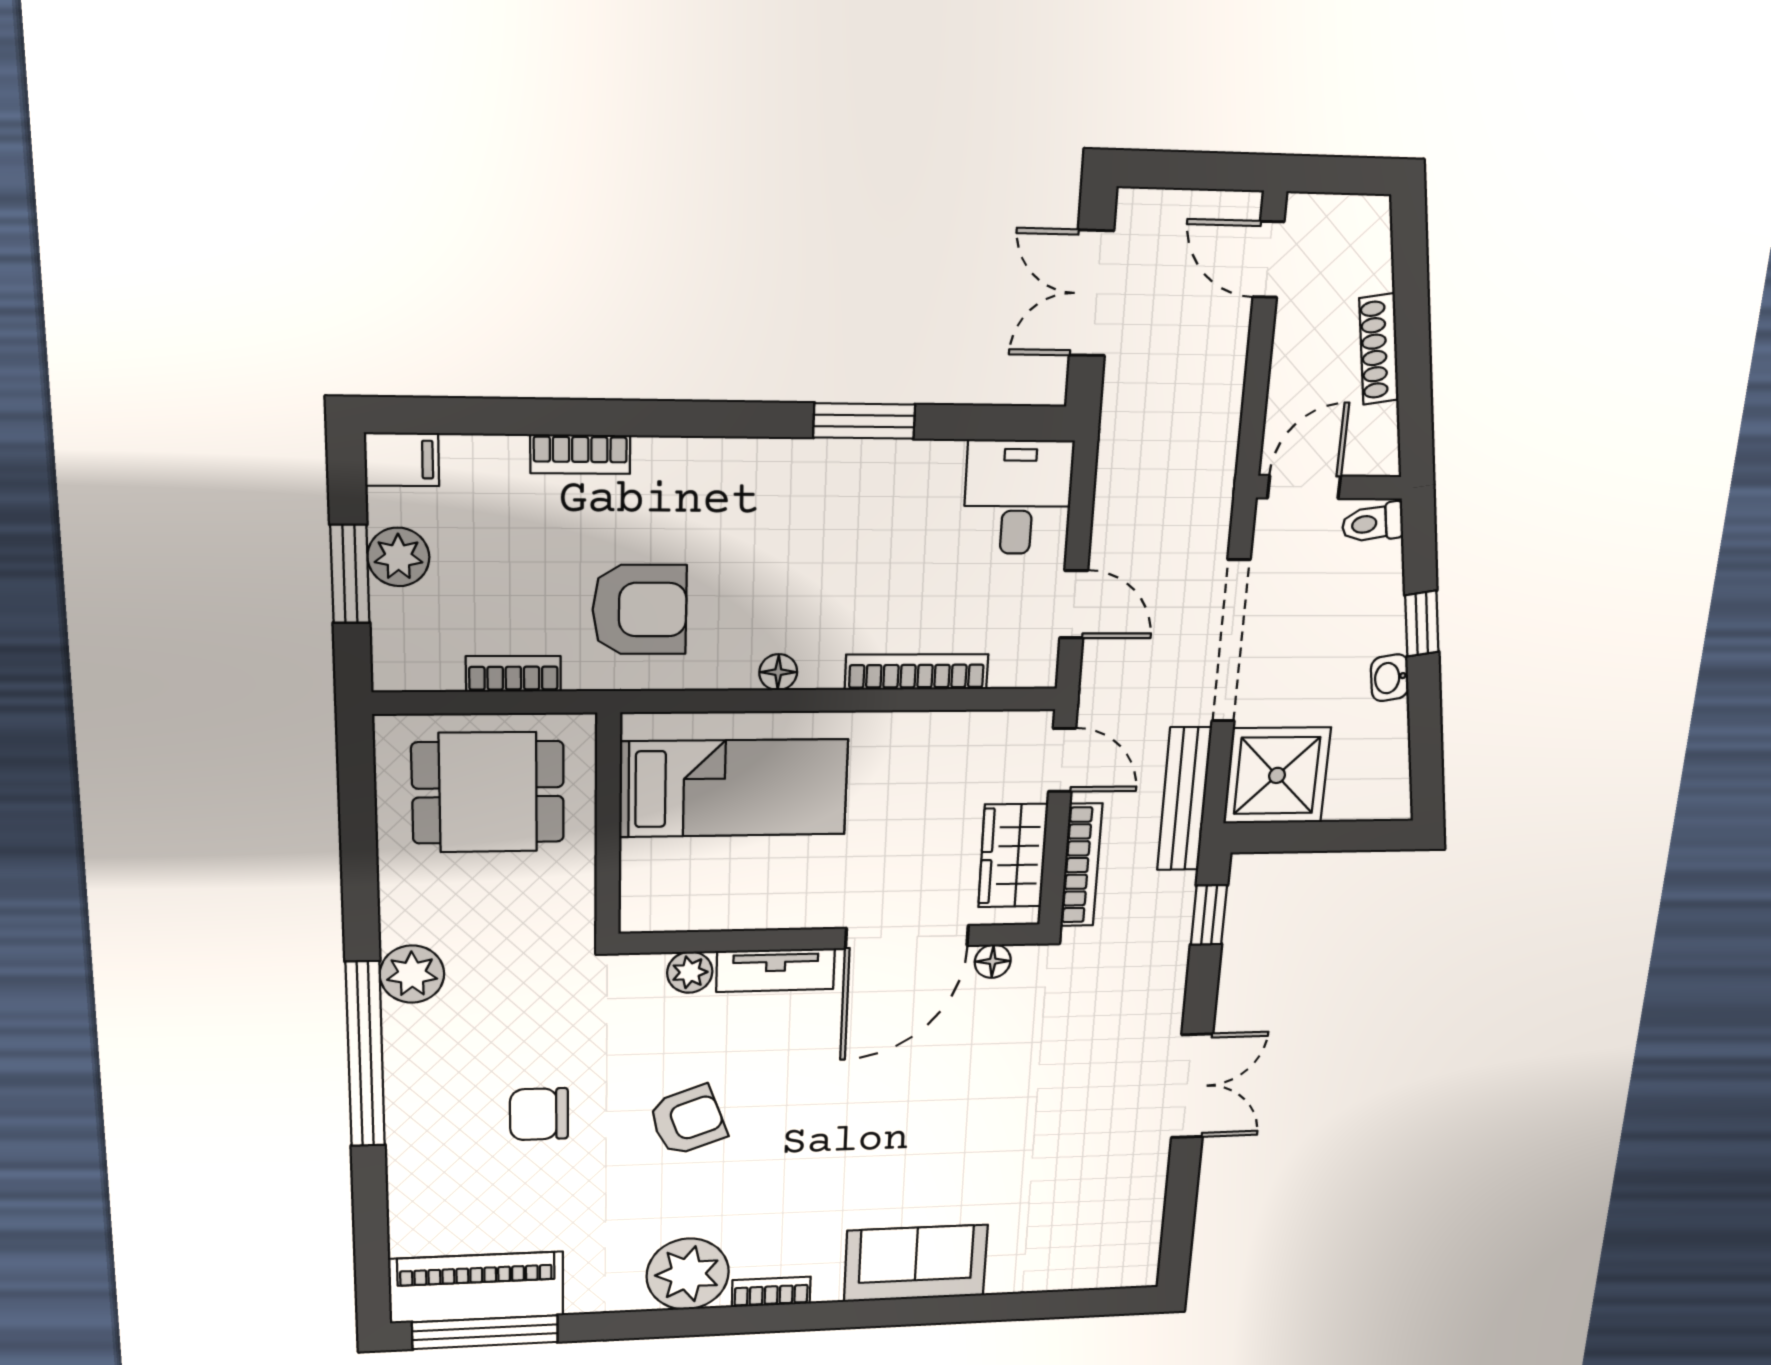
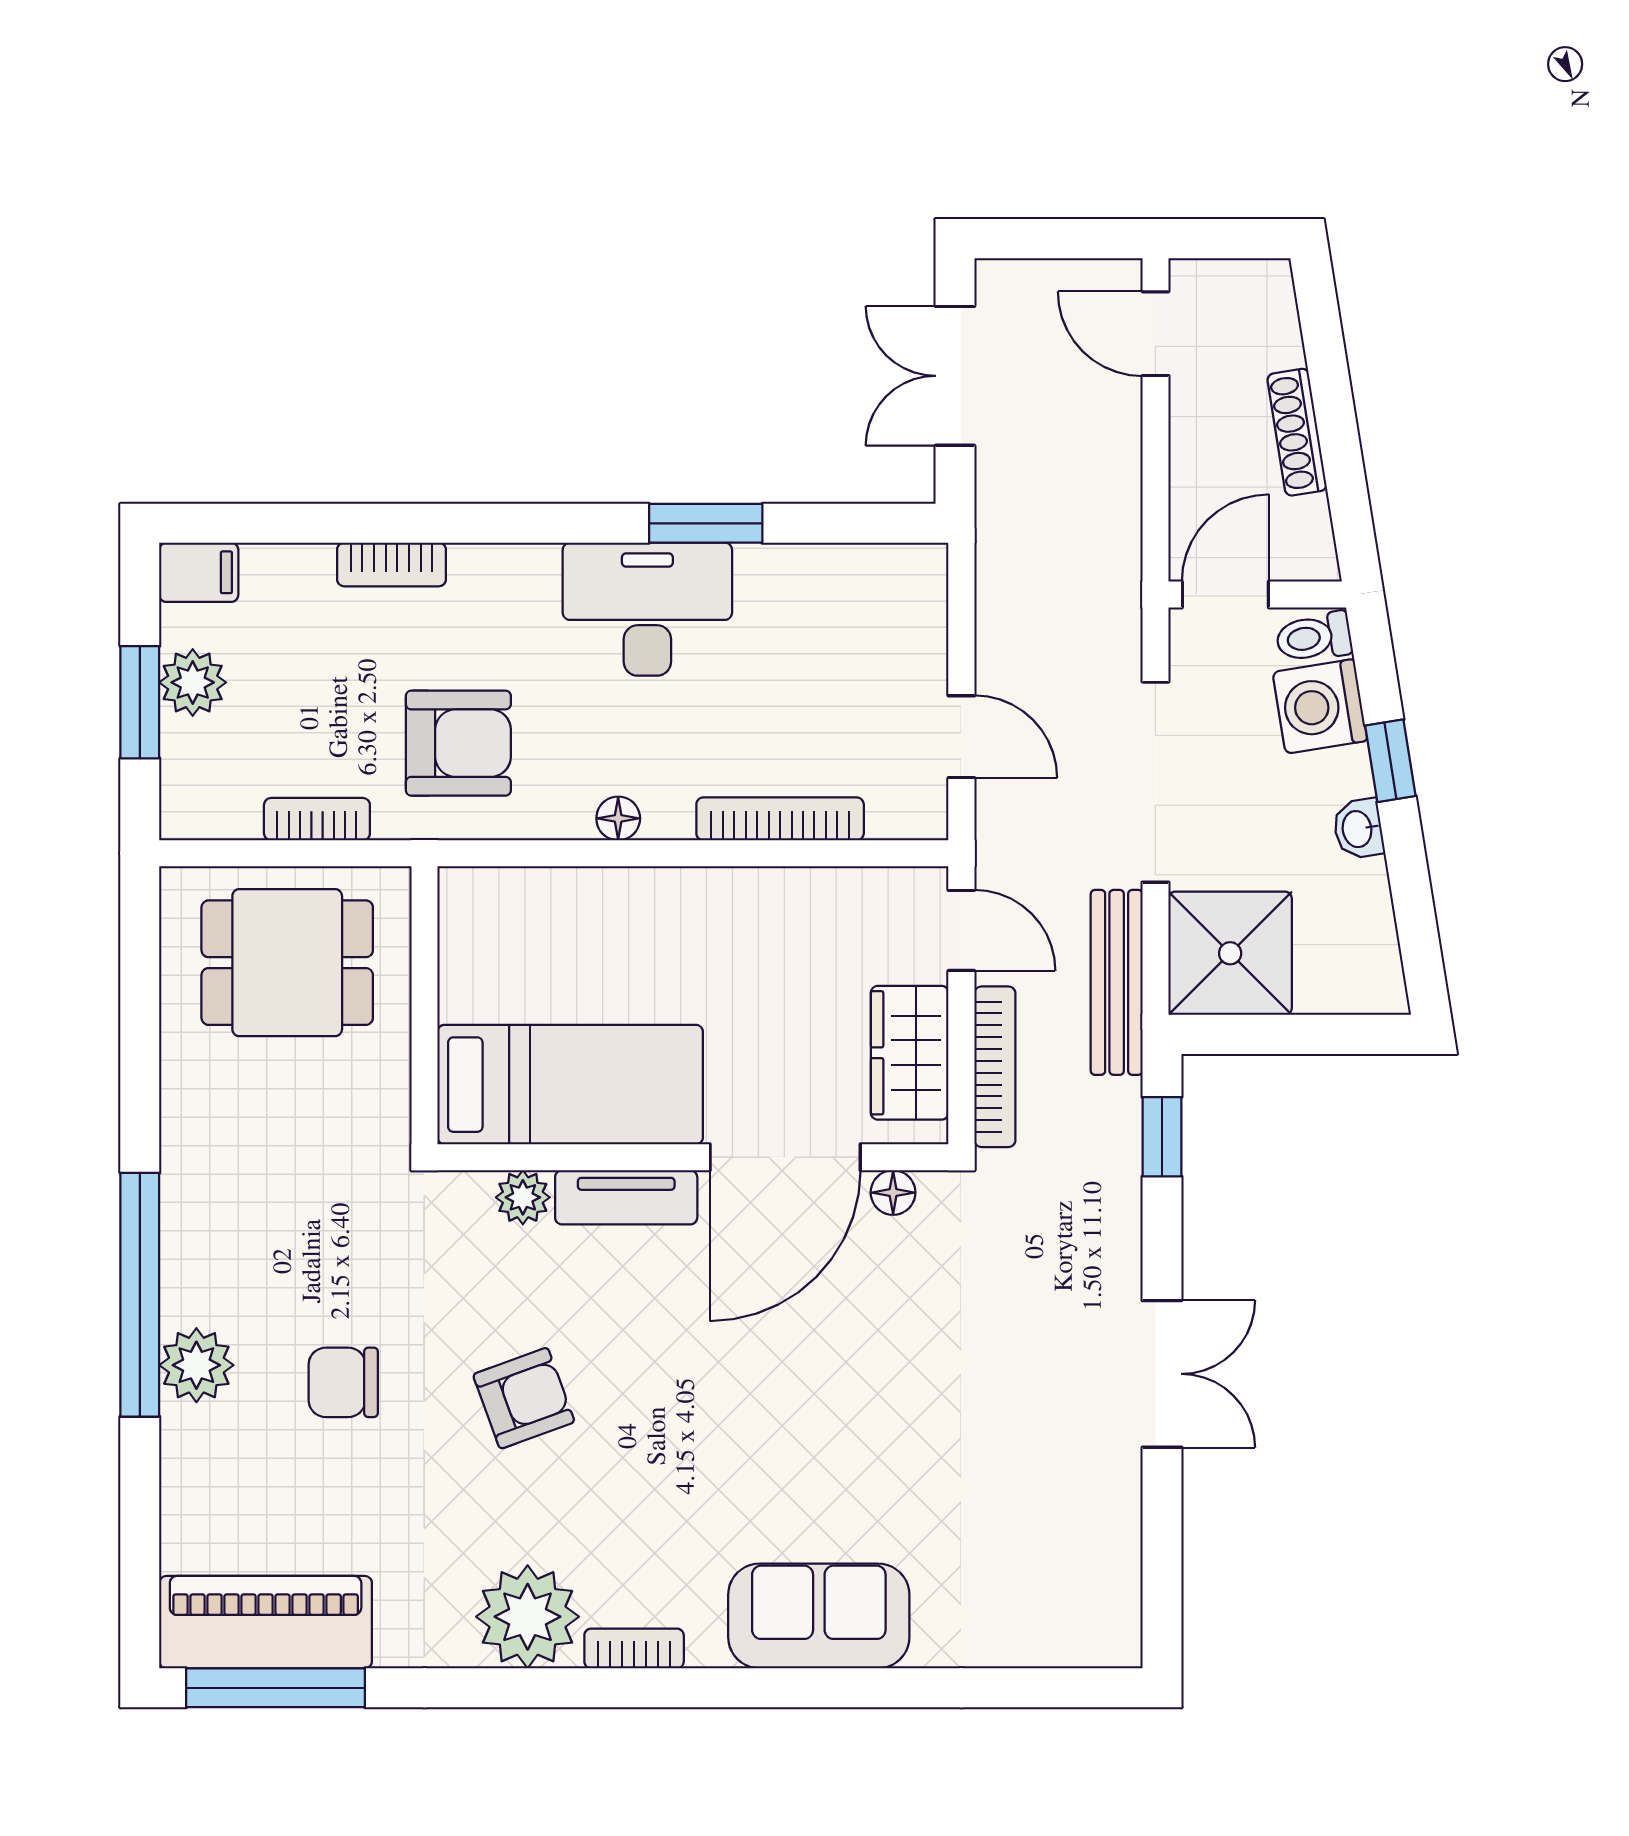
desk: (1018, 497) -> (647, 609), moved, width x1.37
washing machine: (1371, 580) -> (1320, 706), added
bed: (734, 788) -> (570, 1085), moved
plant: (412, 974) -> (196, 1365), moved

